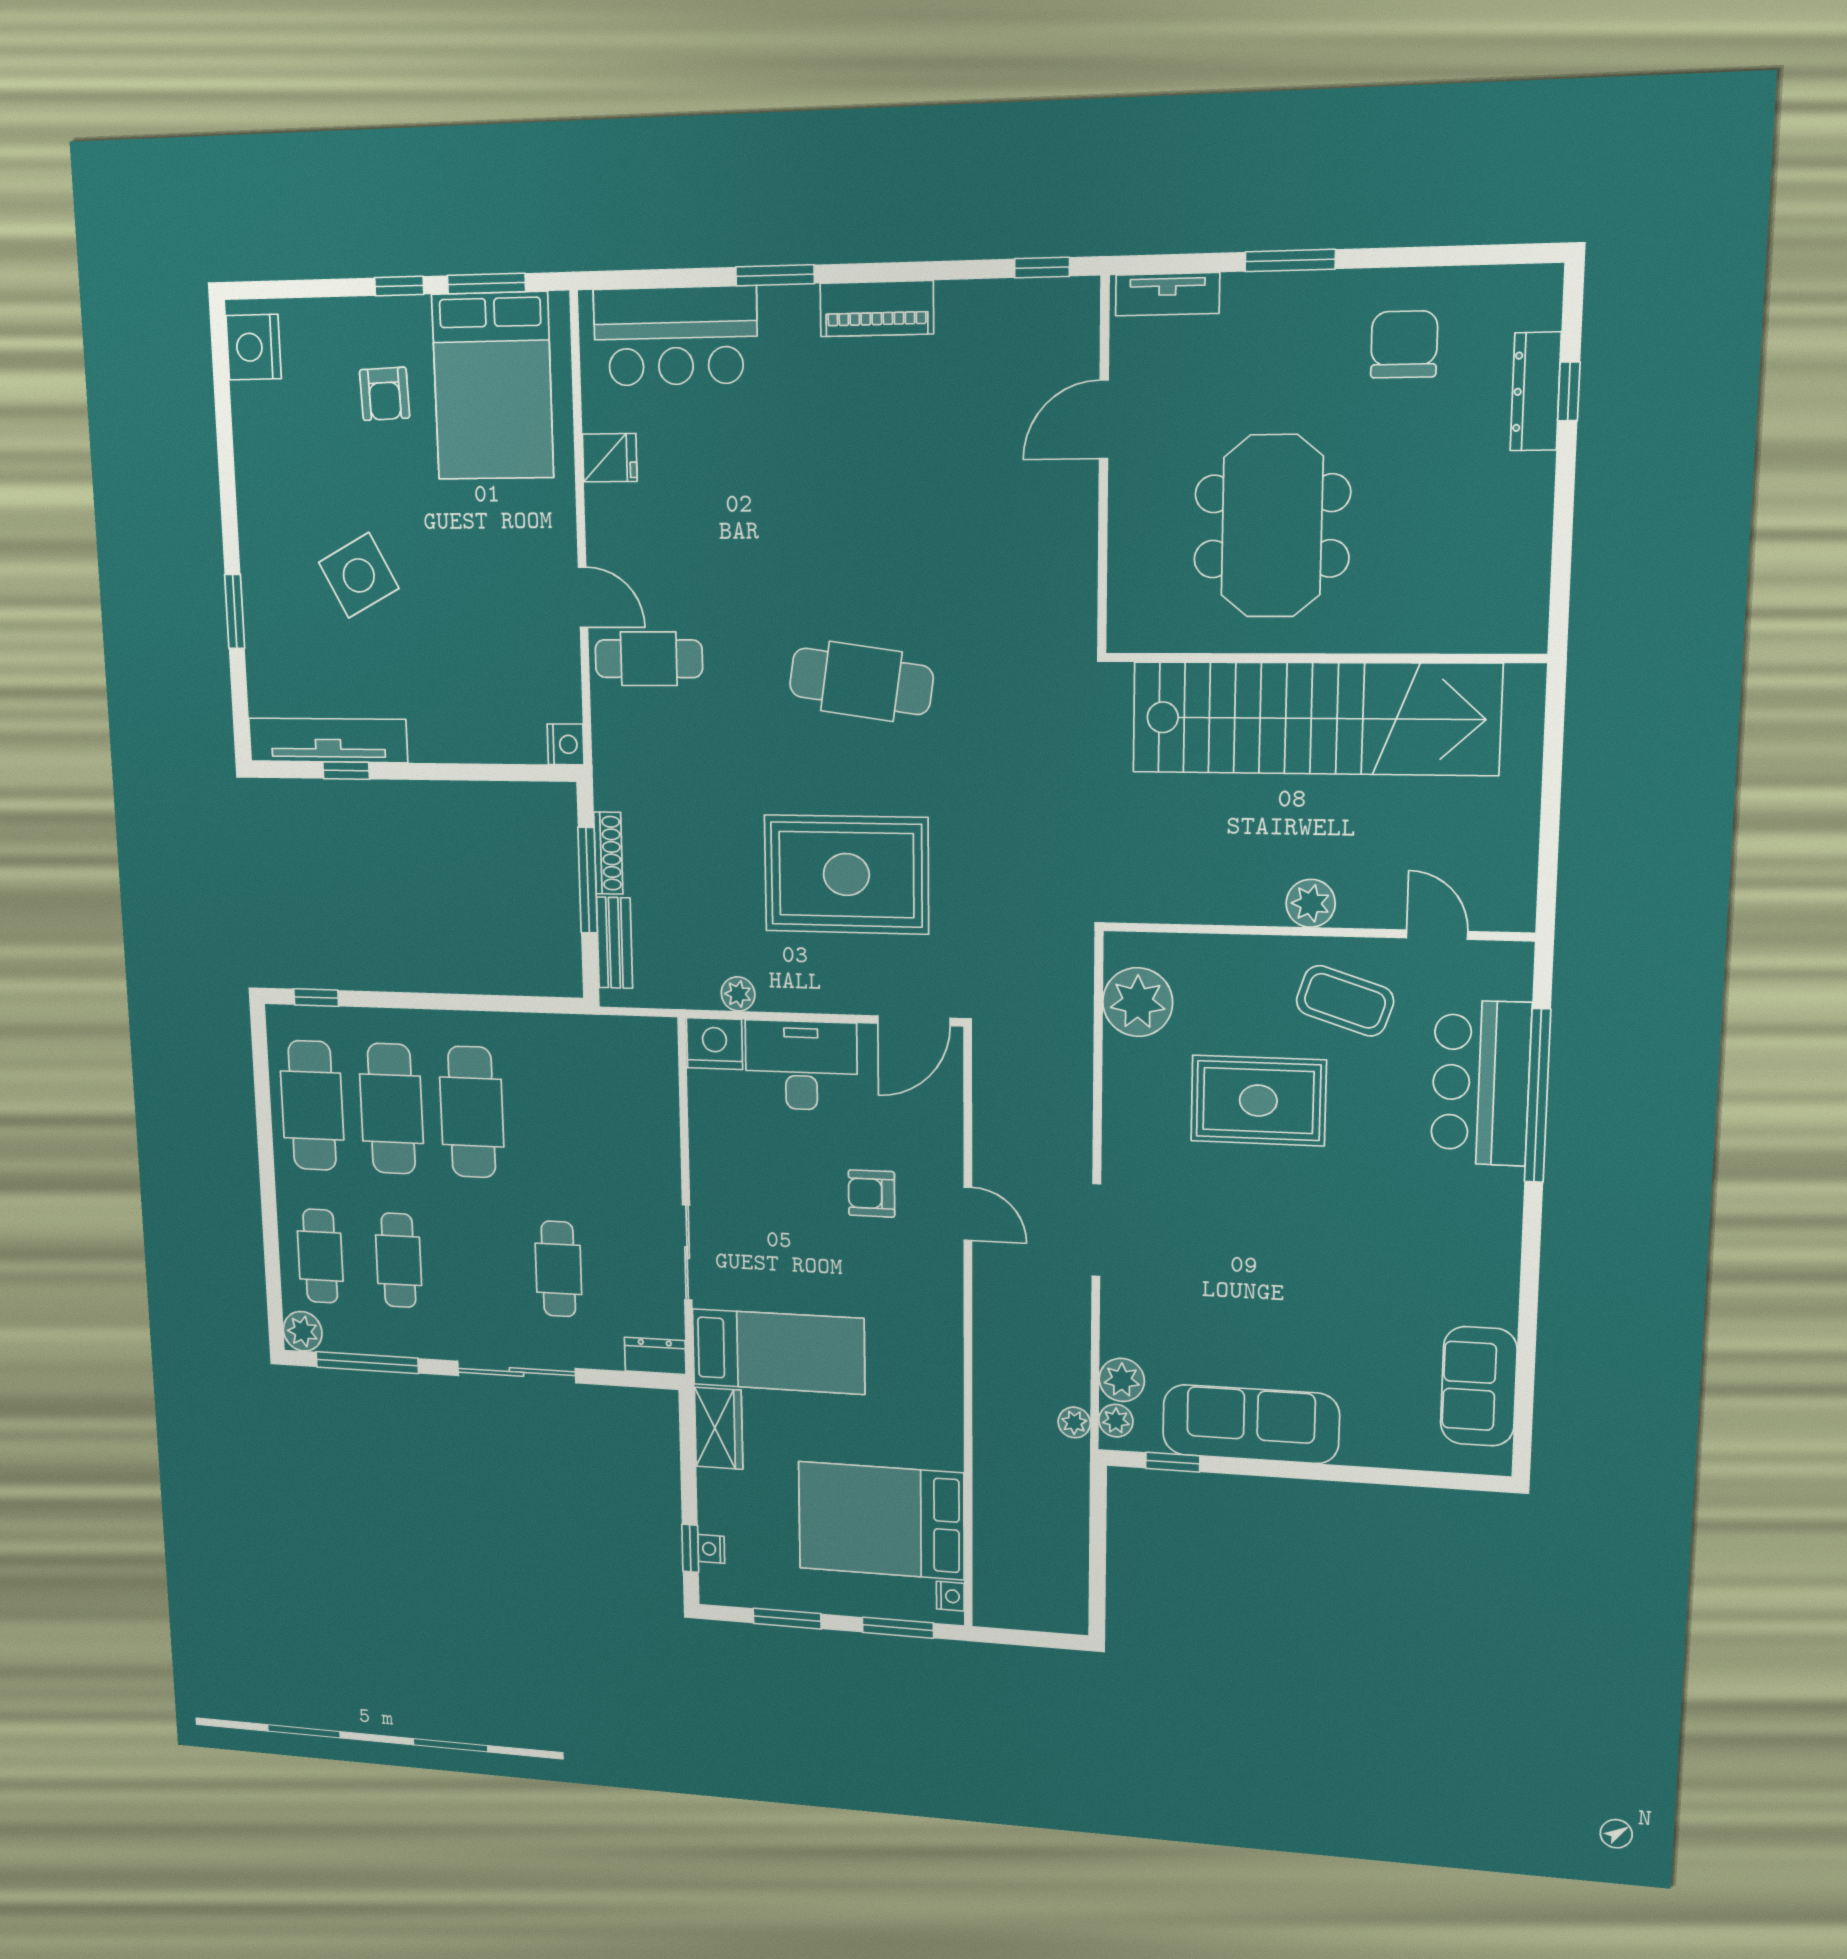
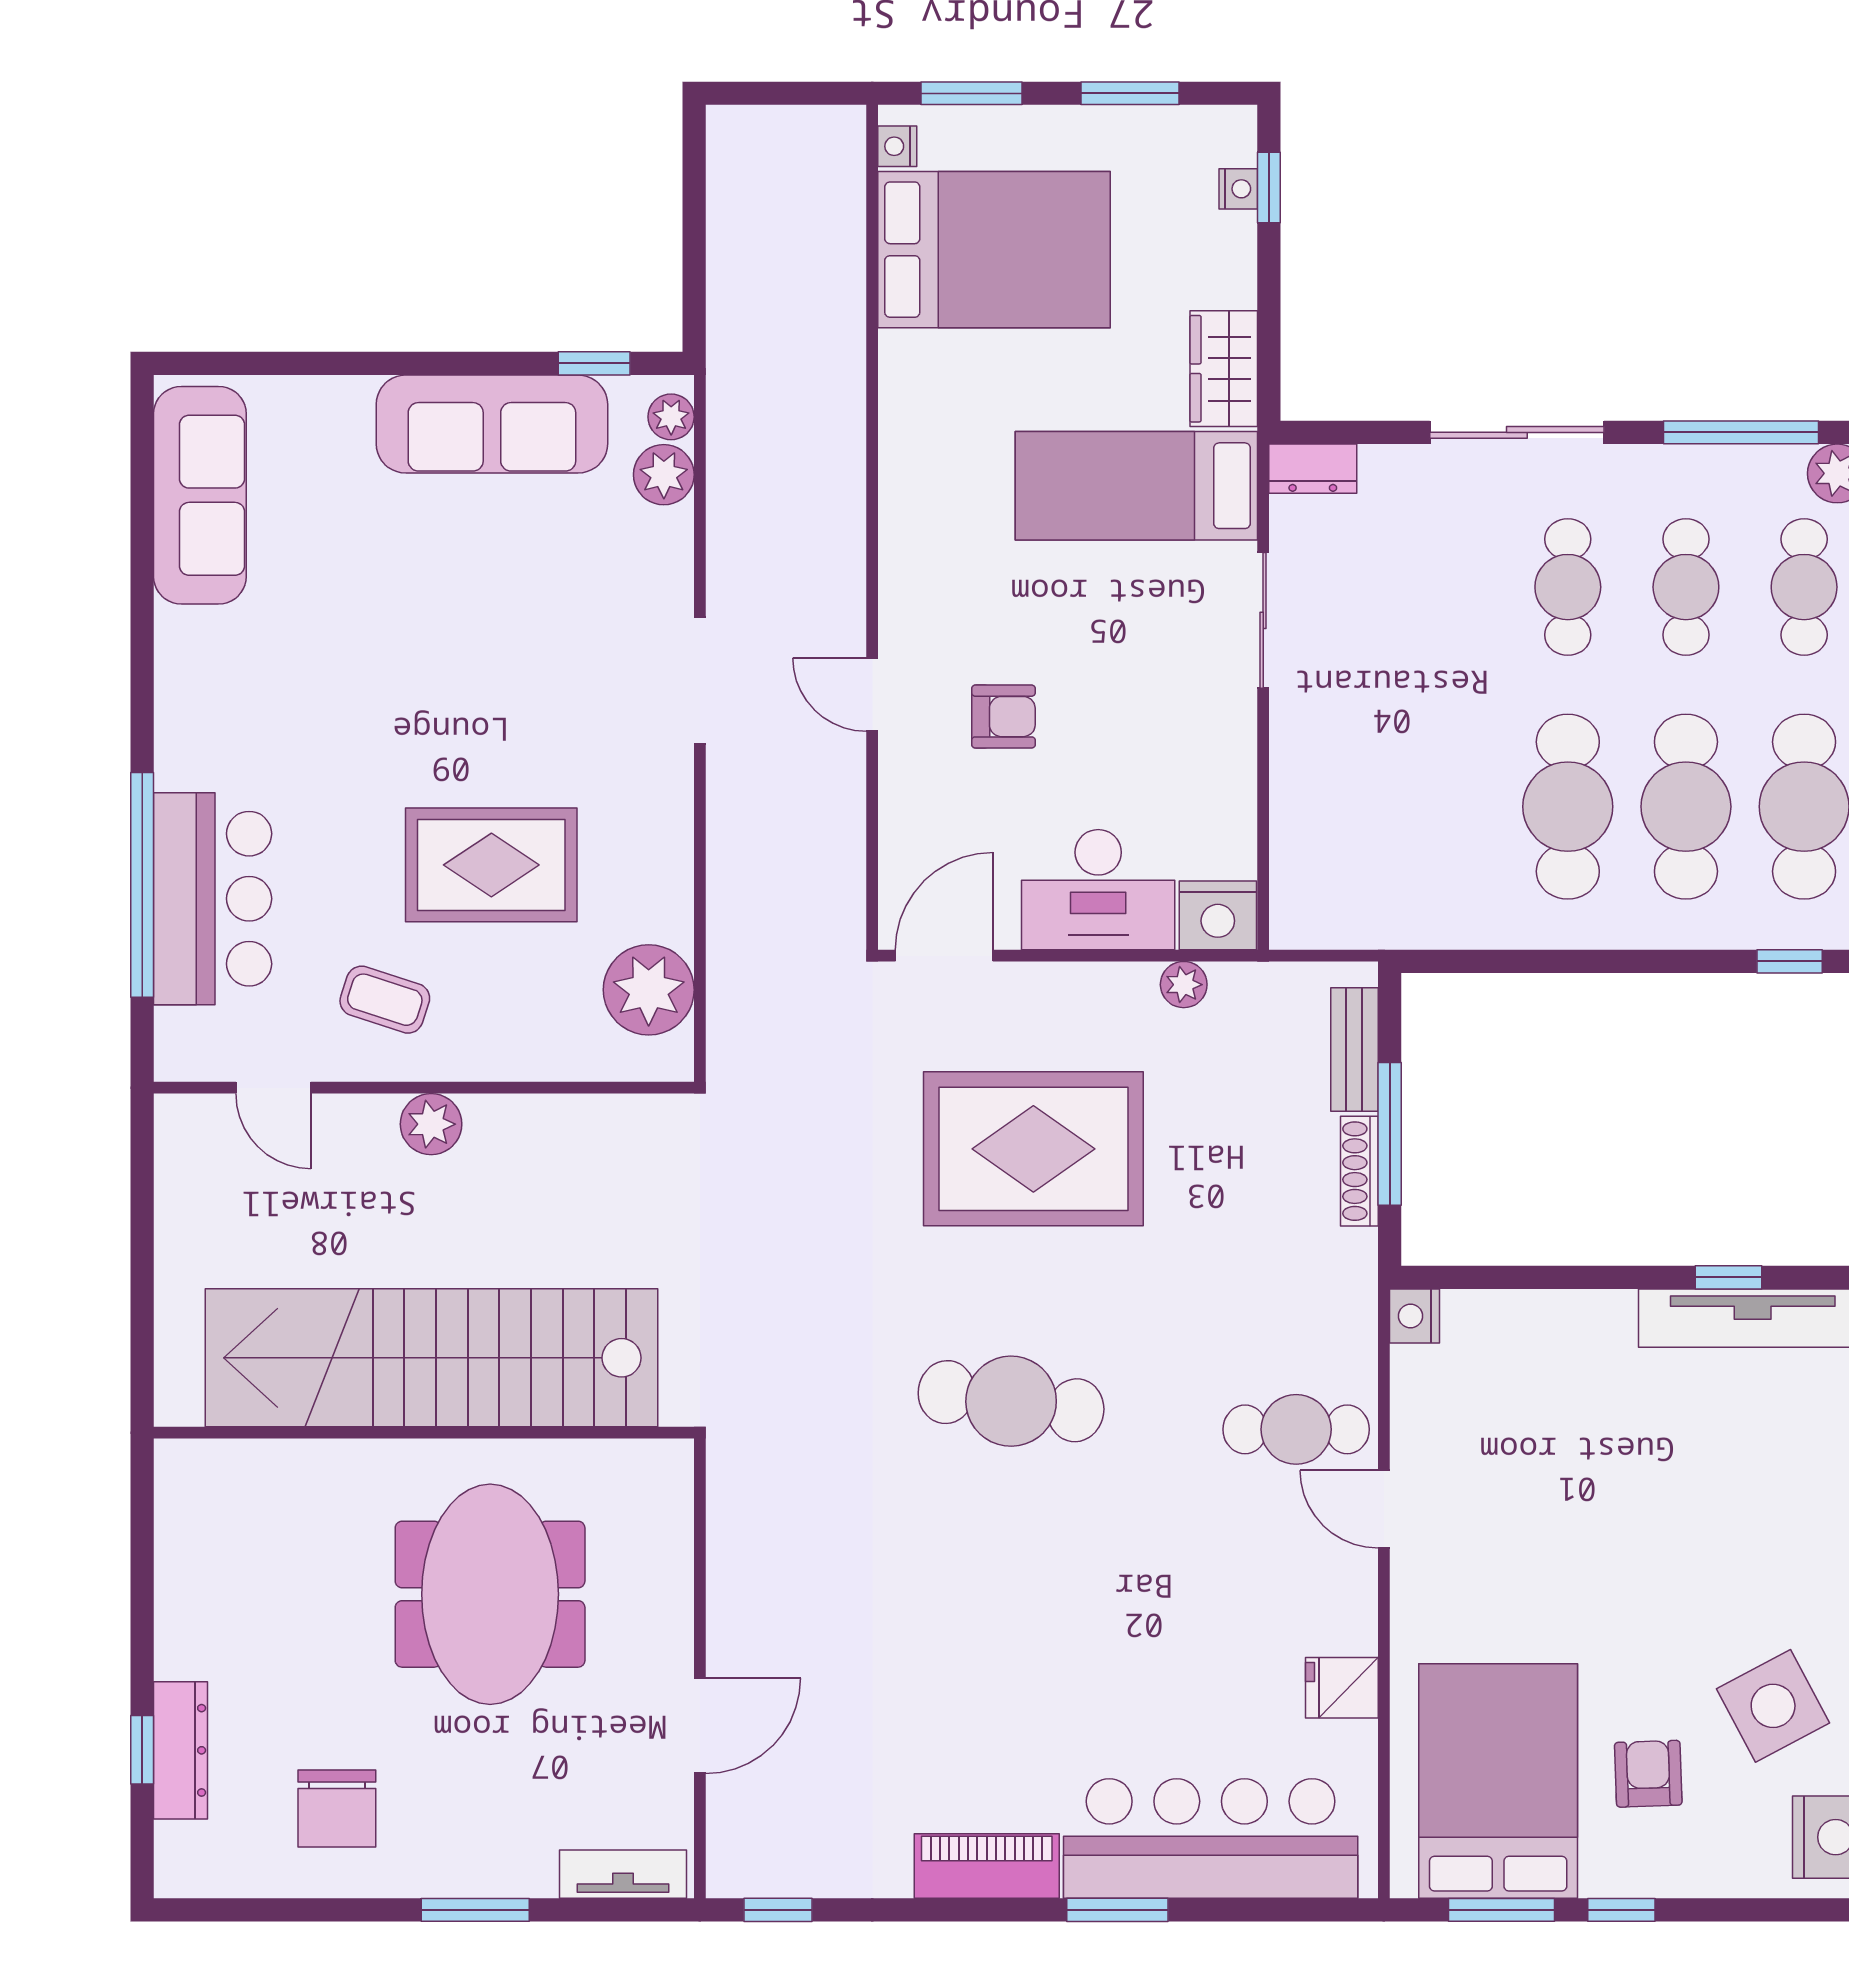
bar counter: (675, 336) -> (1211, 1838), width x1.36
side table: (359, 575) -> (1773, 1706), moved
coffee table: (1345, 1001) -> (385, 1000), width x0.73, depth x0.77
cafe table: (558, 1269) -> (1568, 587), moved
sofa: (1479, 1386) -> (200, 495), width x1.36
plant: (1074, 1422) -> (727, 410), removed

